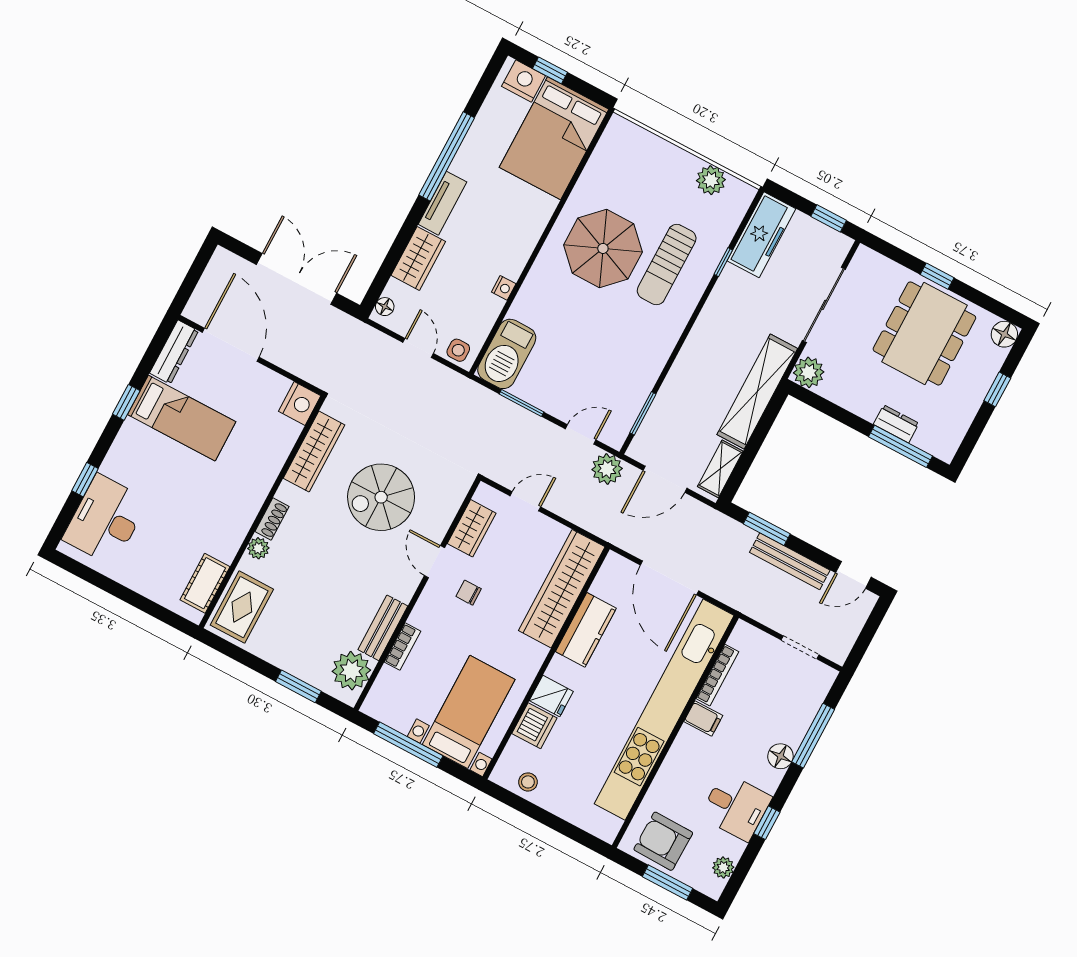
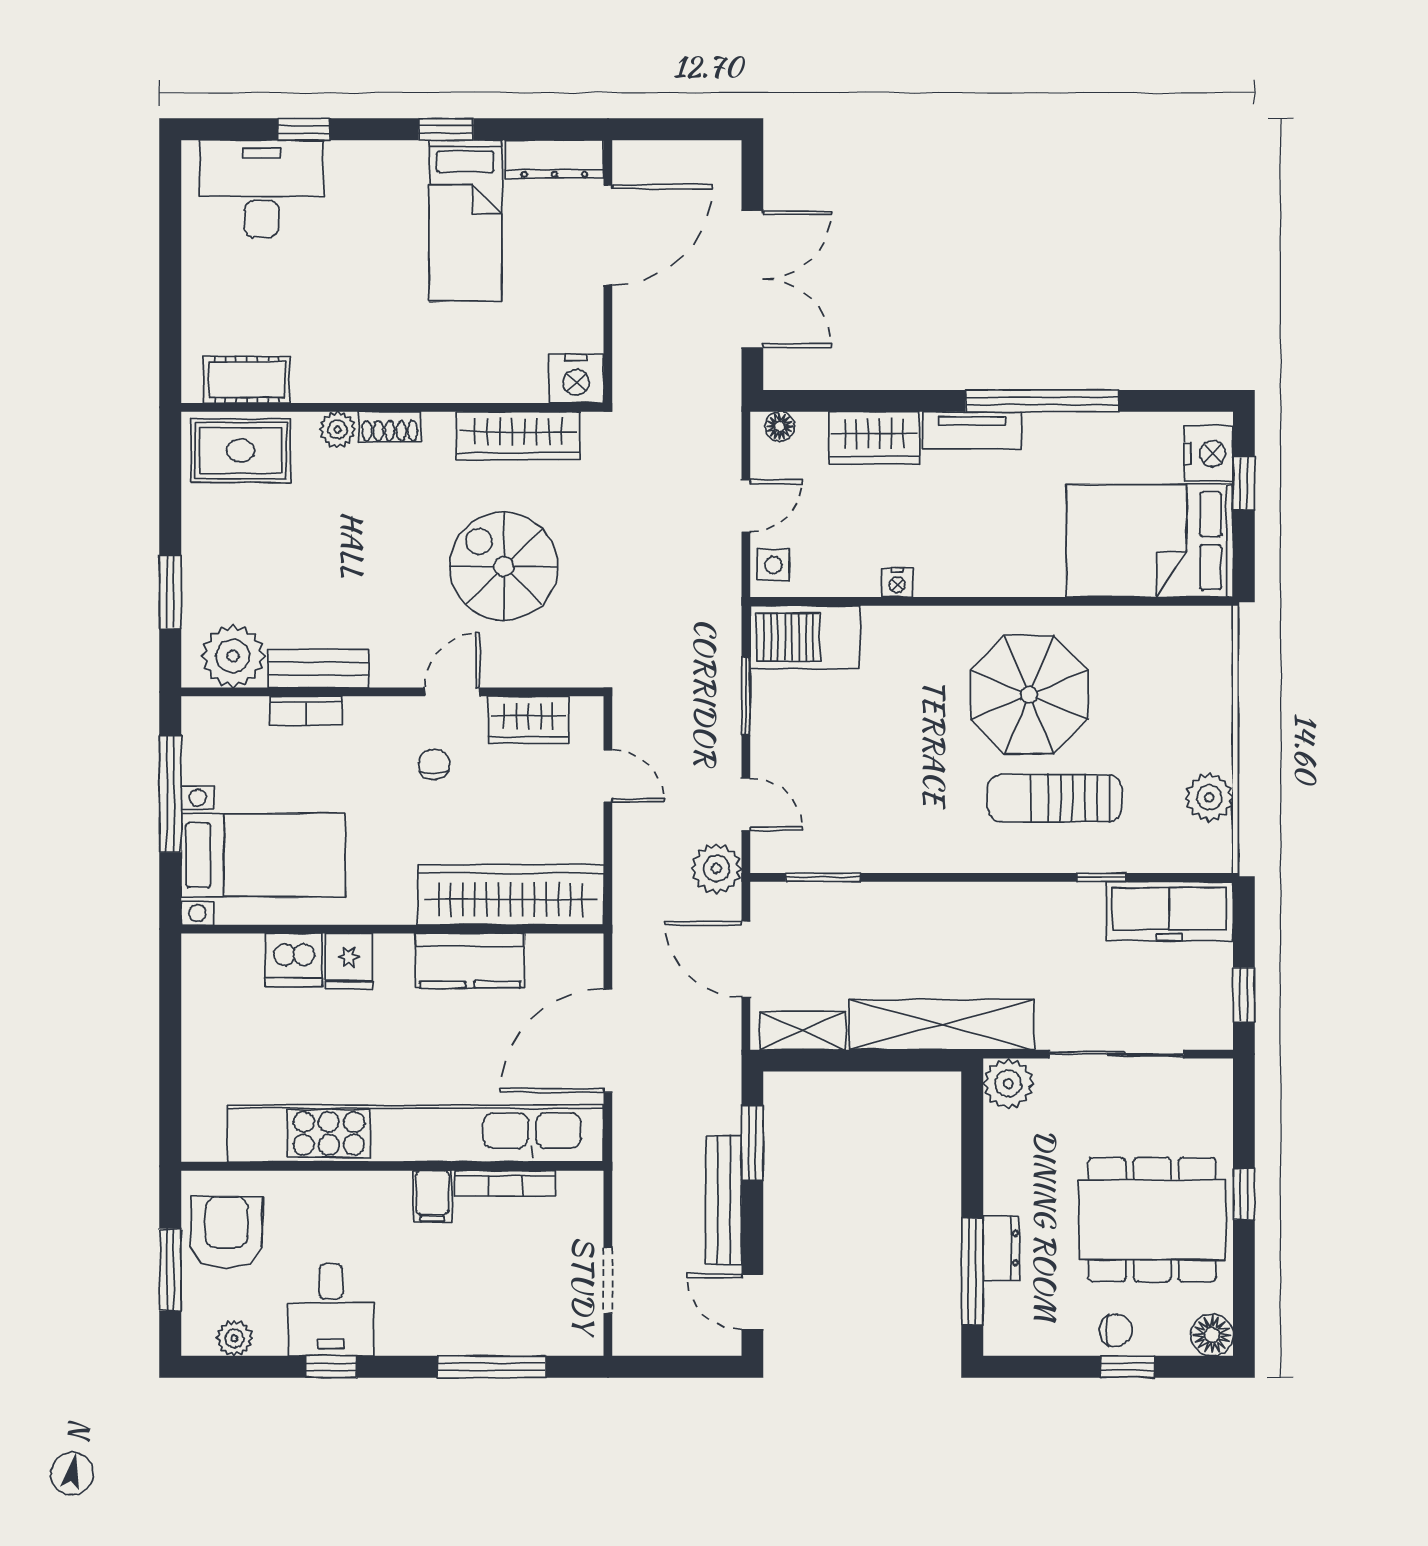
chair: (974, 385) -> (1116, 1330), added
floor lamp: (780, 756) -> (437, 1336), removed
stool: (528, 782) -> (208, 994), removed

